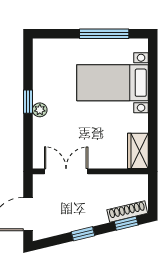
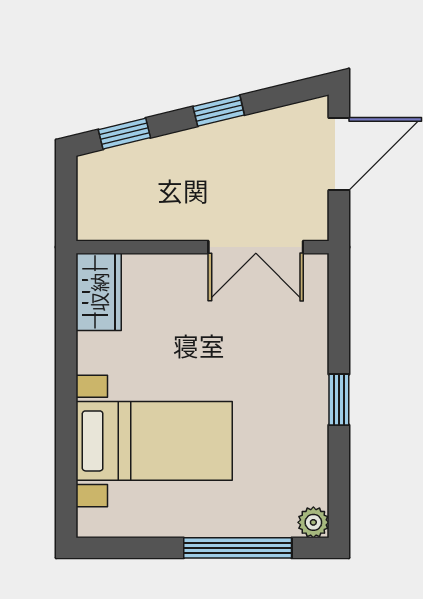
window: (104, 34) -> (238, 548), moved
plant: (40, 110) -> (313, 522), moved
shoe rack: (127, 211) -> (122, 159), removed

